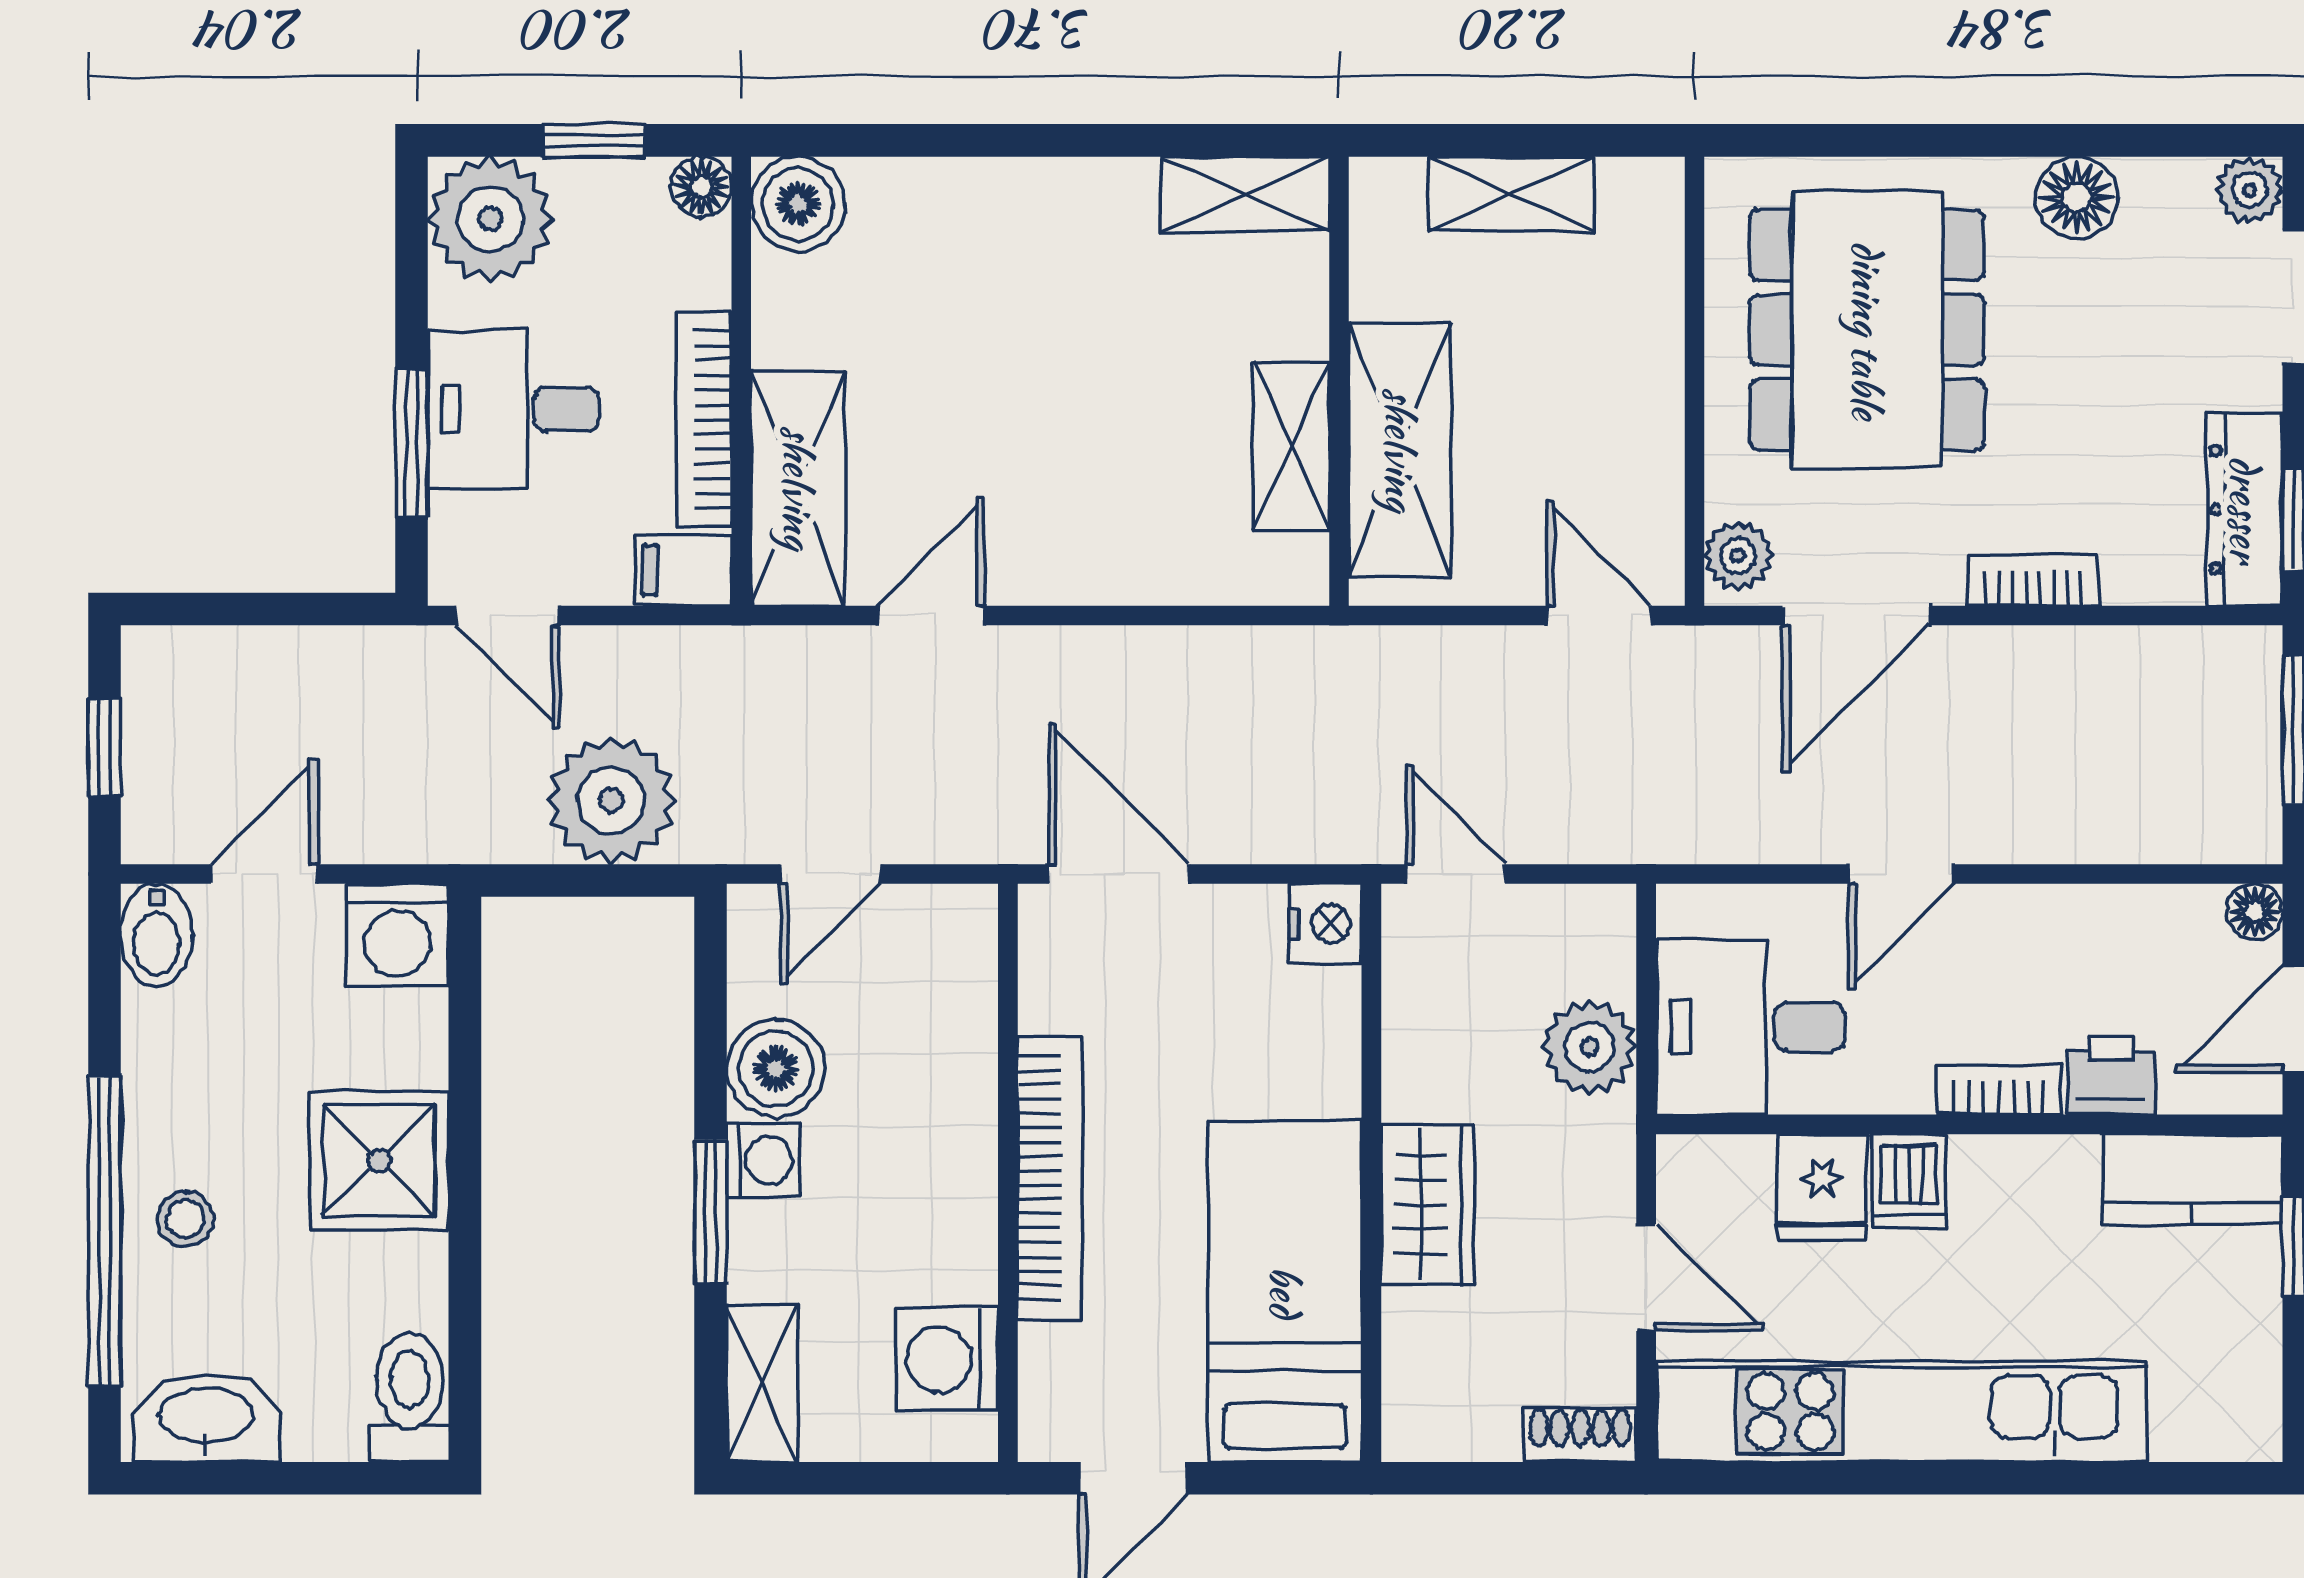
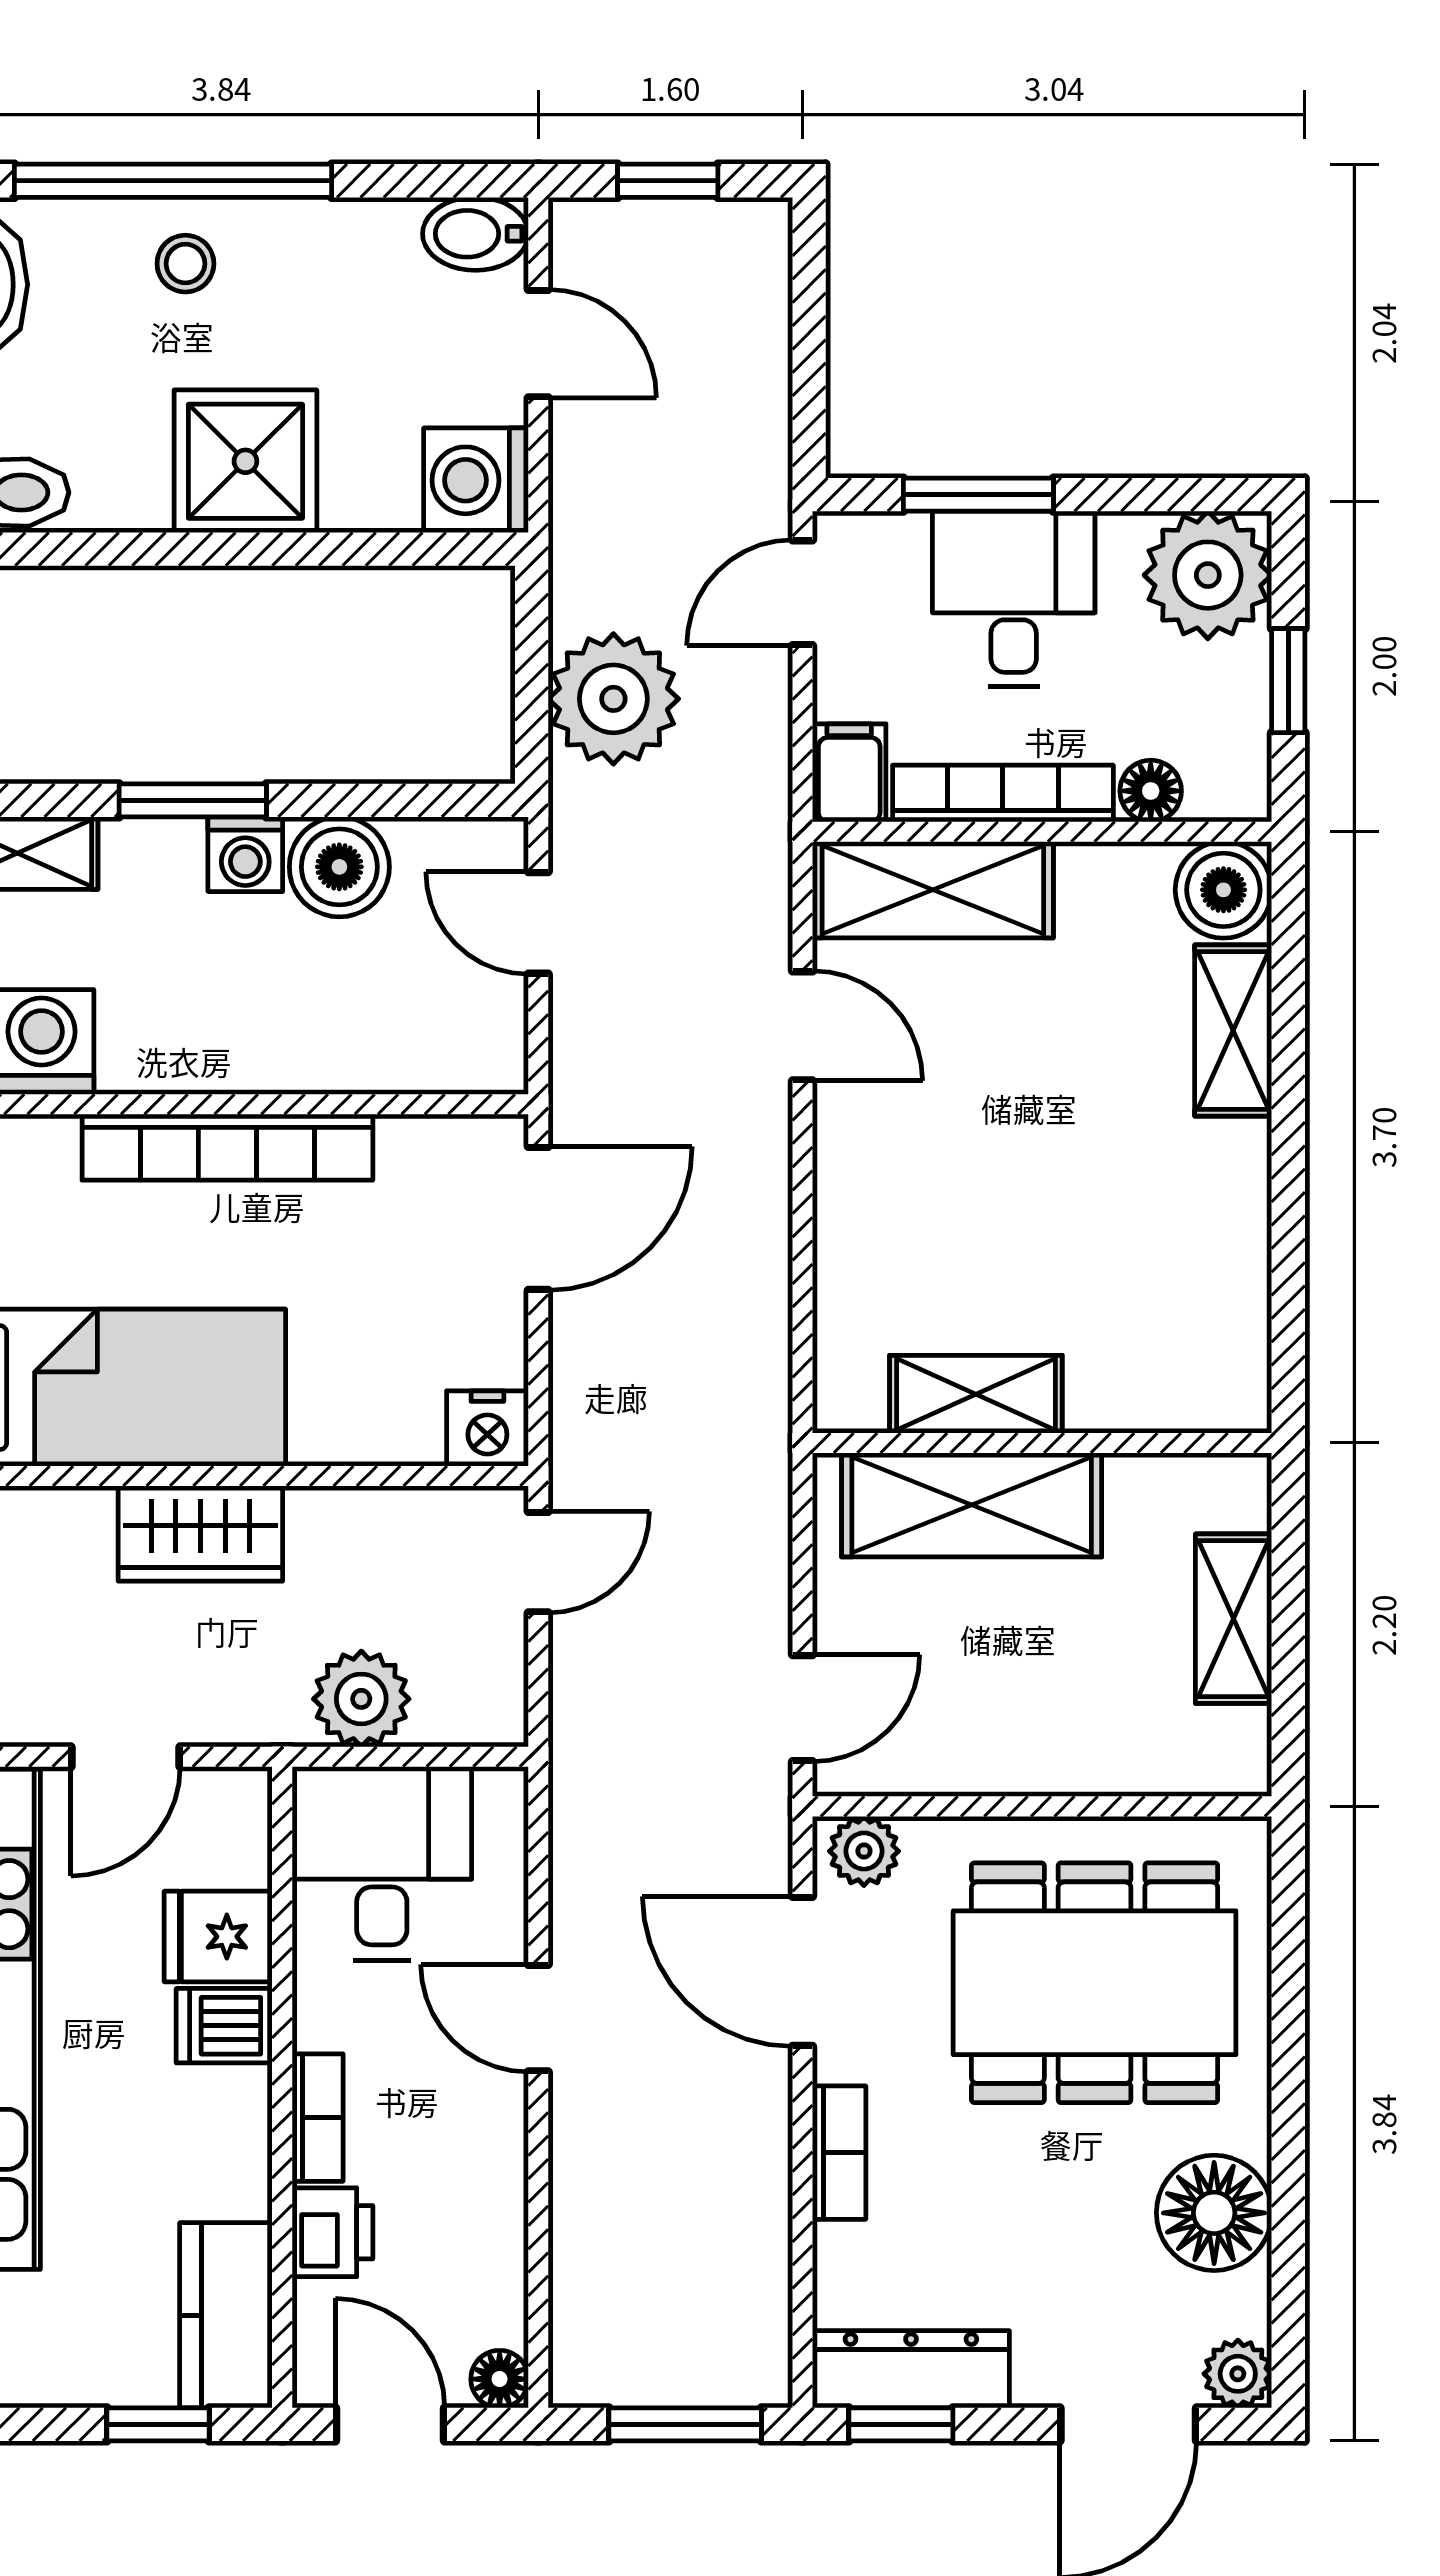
floor lamp: (701, 187) -> (1151, 791), moved
shelving: (1246, 194) -> (1233, 1030), moved
floor lamp: (2077, 198) -> (1214, 2213), width x1.38, depth x1.38

